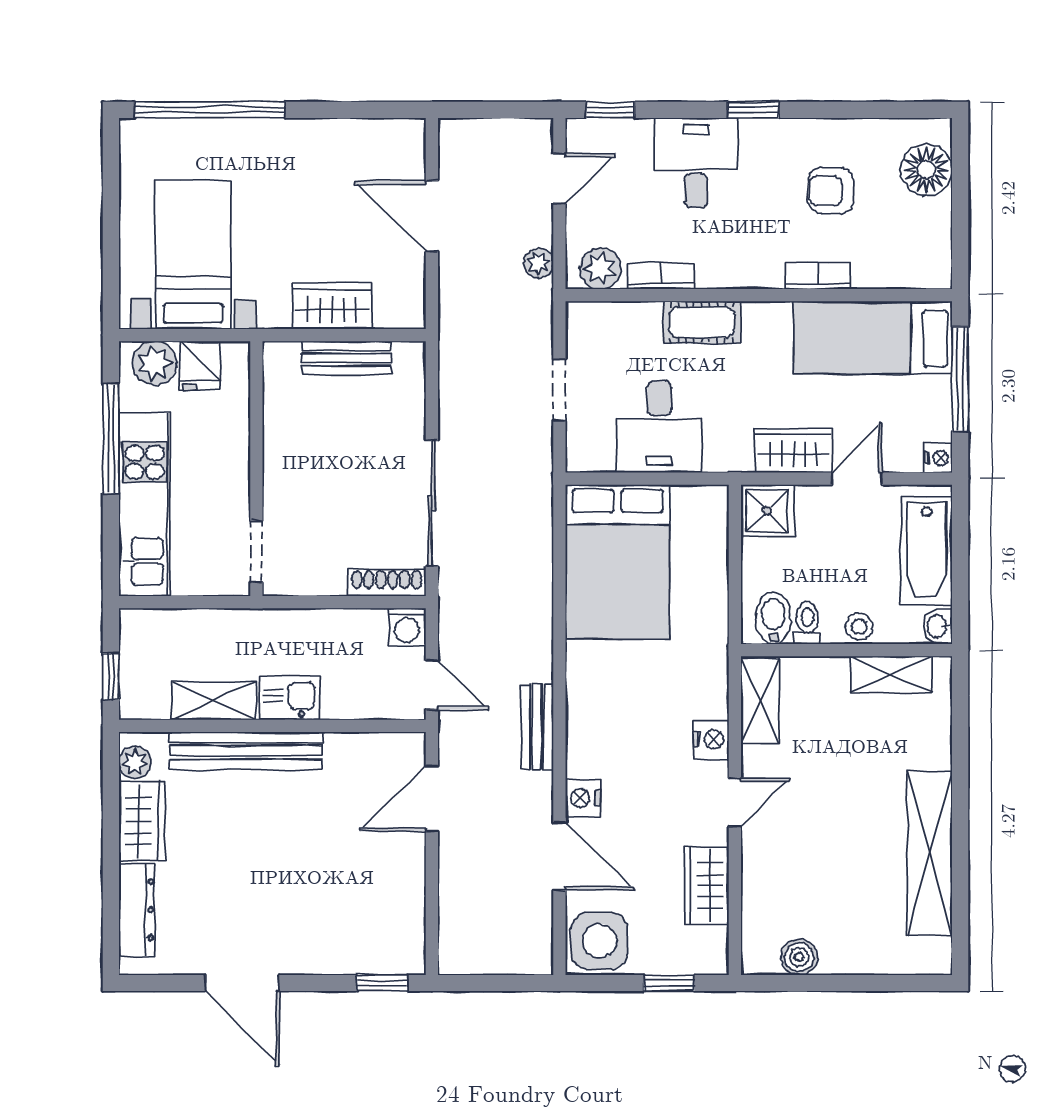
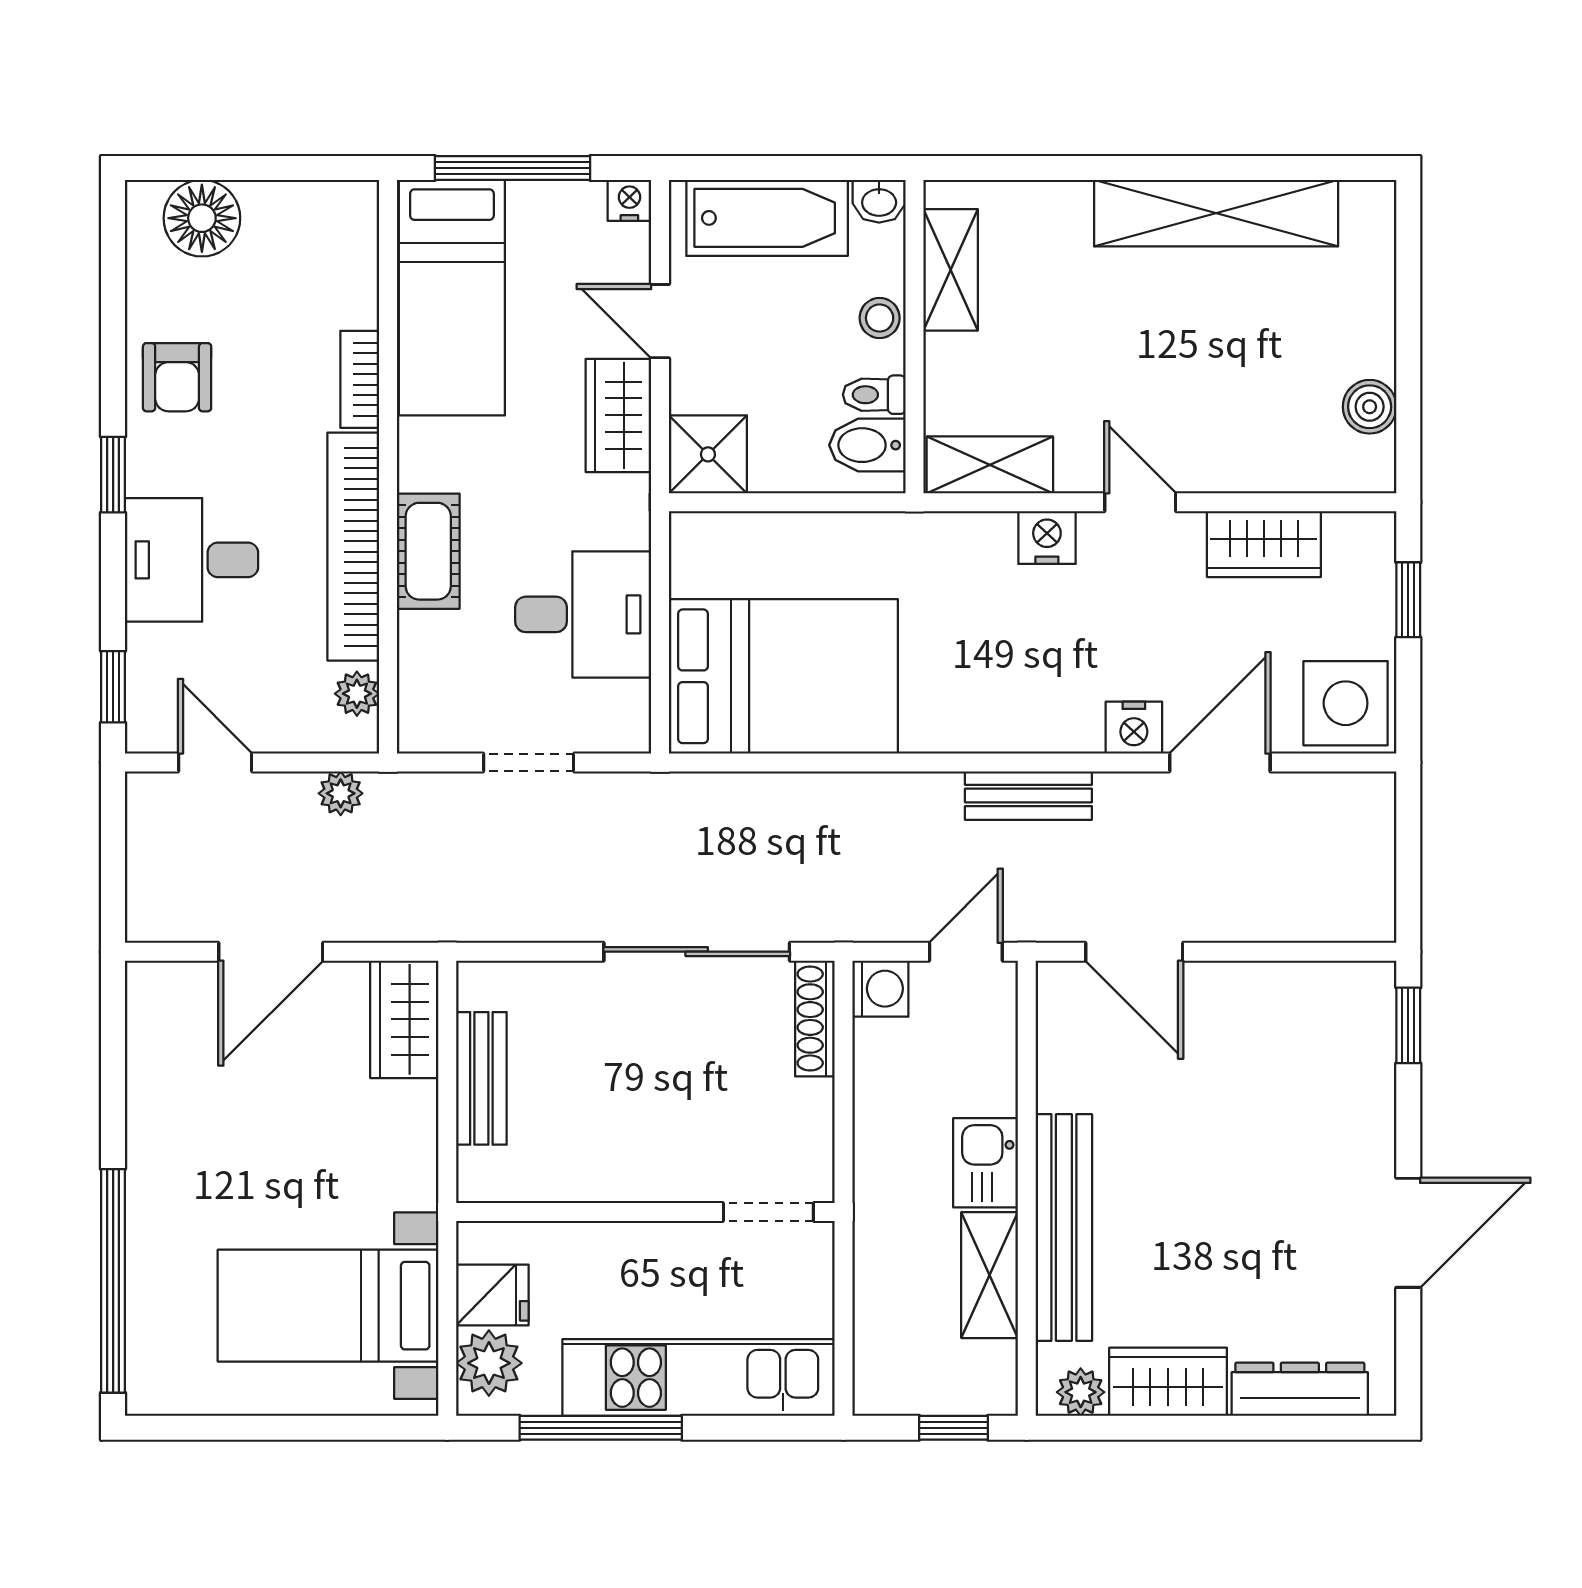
armchair: (831, 191) -> (177, 377), moved
plant: (600, 269) -> (357, 694), width x0.73, depth x0.73
bookcase: (661, 276) -> (353, 547), width x2.31, depth x1.31
wardrobe: (332, 306) -> (404, 1019), moved

